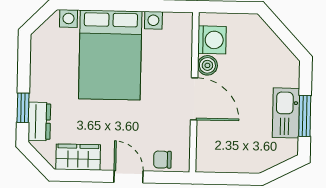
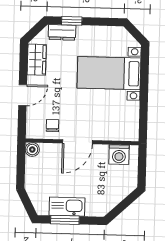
bed with nightstands: (110, 55) -> (109, 73), width x0.73
boiler: (207, 65) -> (32, 150), moved
chair: (162, 160) -> (53, 126), moved

